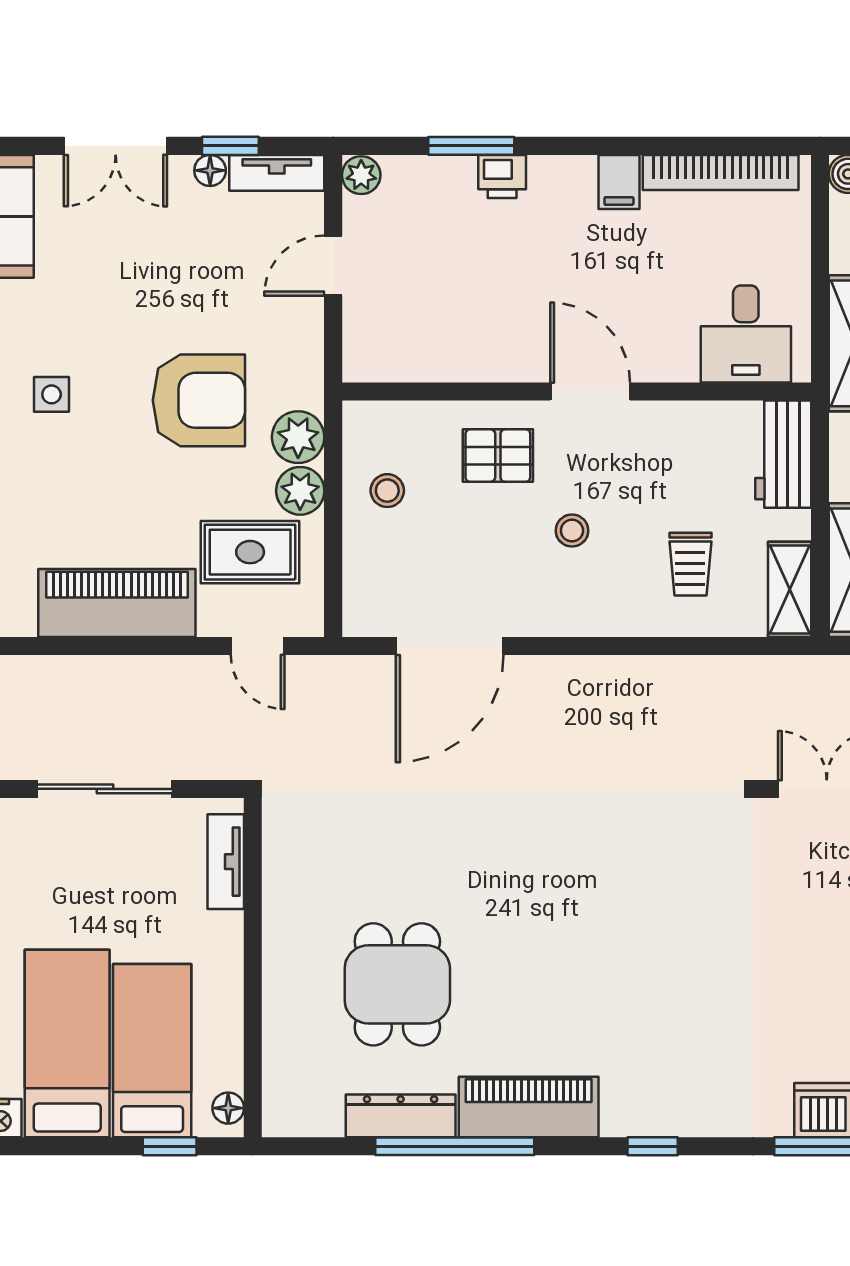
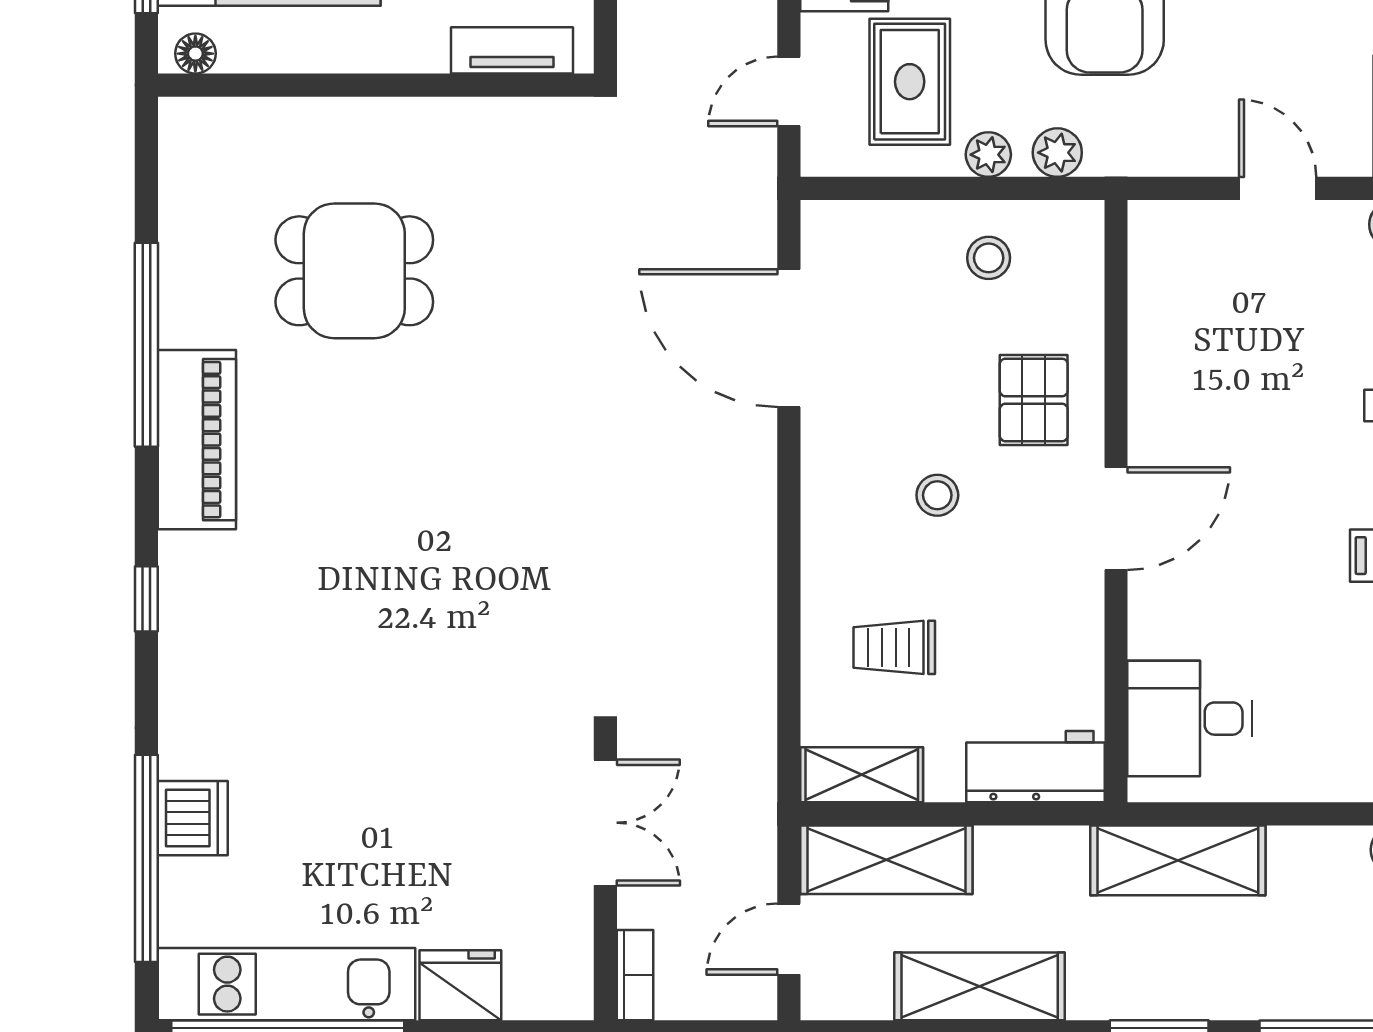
plant: (298, 437) -> (1057, 153), width x0.73, depth x0.73
plant: (300, 491) -> (988, 155), width x0.73, depth x0.73
dresser: (401, 1116) -> (185, 275), removed

